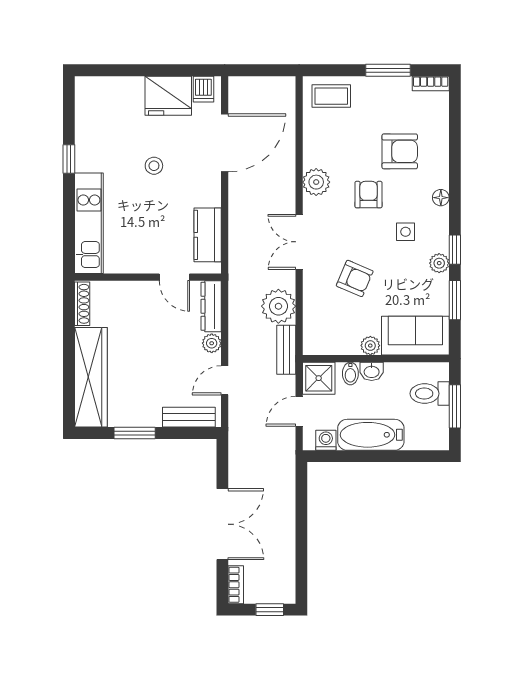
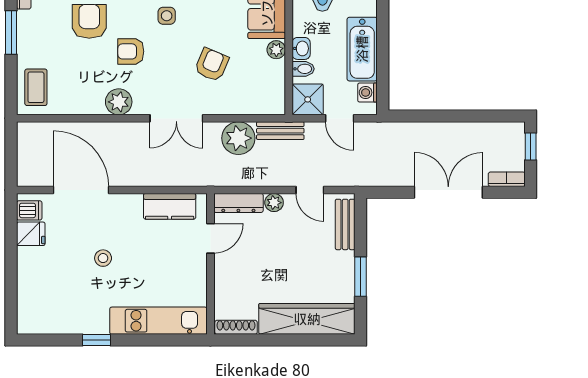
fridge: (168, 96) -> (31, 234), width x0.53, depth x0.75

